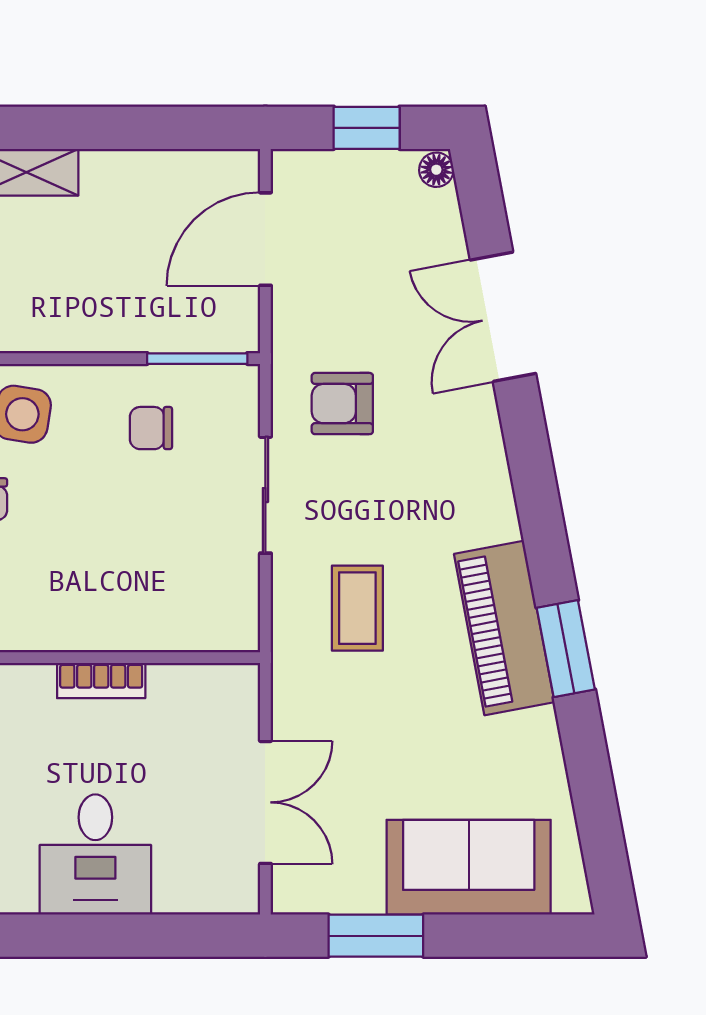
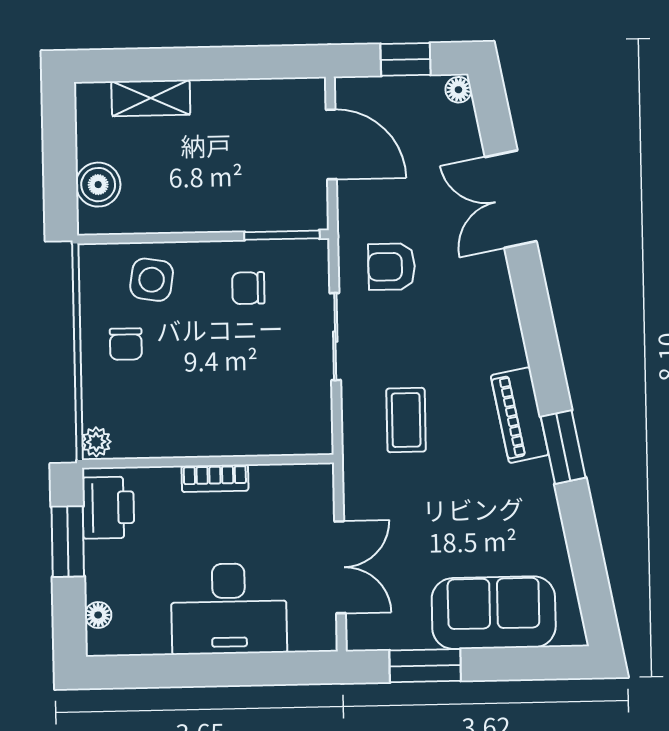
door: (265, 239) -> (331, 144), swing flipped
piano: (504, 628) -> (520, 415), width x0.73, depth x0.75
desk: (95, 855) -> (229, 609), width x1.37

